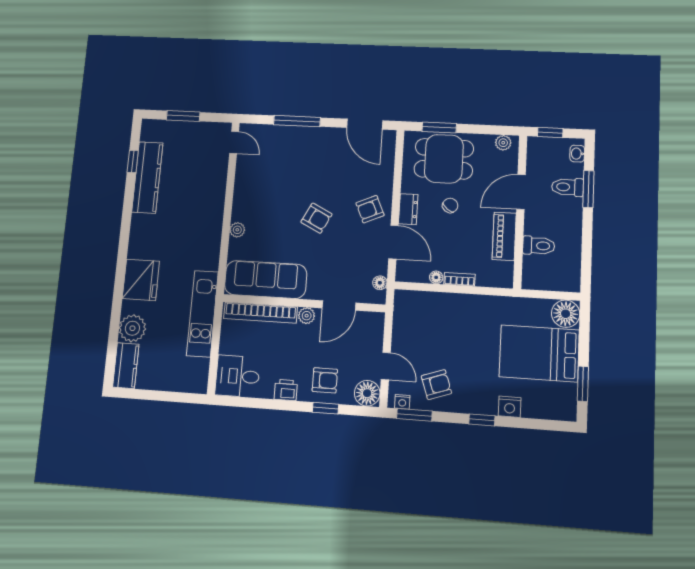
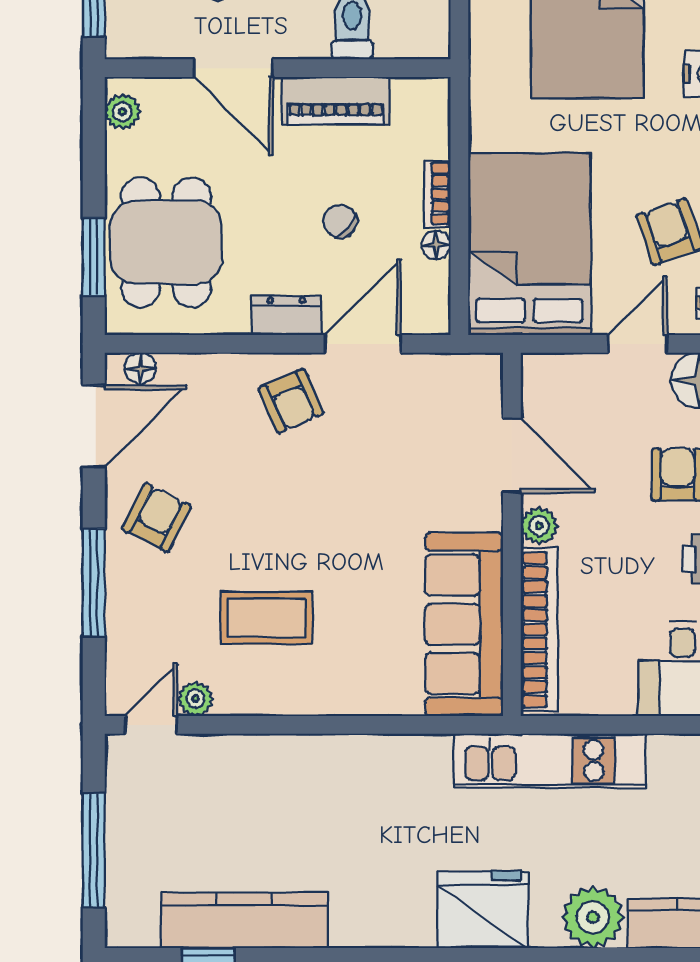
window: (183, 116) -> (94, 851), width x1.44
coffee table: (276, 194) -> (267, 618), added
chair: (450, 205) -> (340, 221), moved
armchair: (316, 218) -> (157, 518), moved
plant: (237, 230) -> (195, 699), moved
floor lamp: (380, 283) -> (140, 368), moved
bed: (434, 320) -> (529, 244), added

